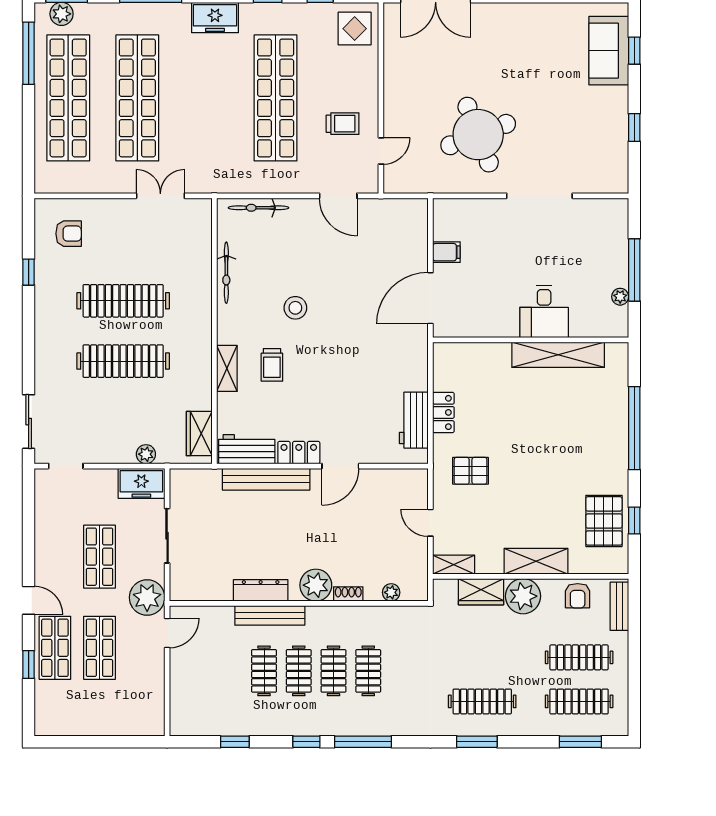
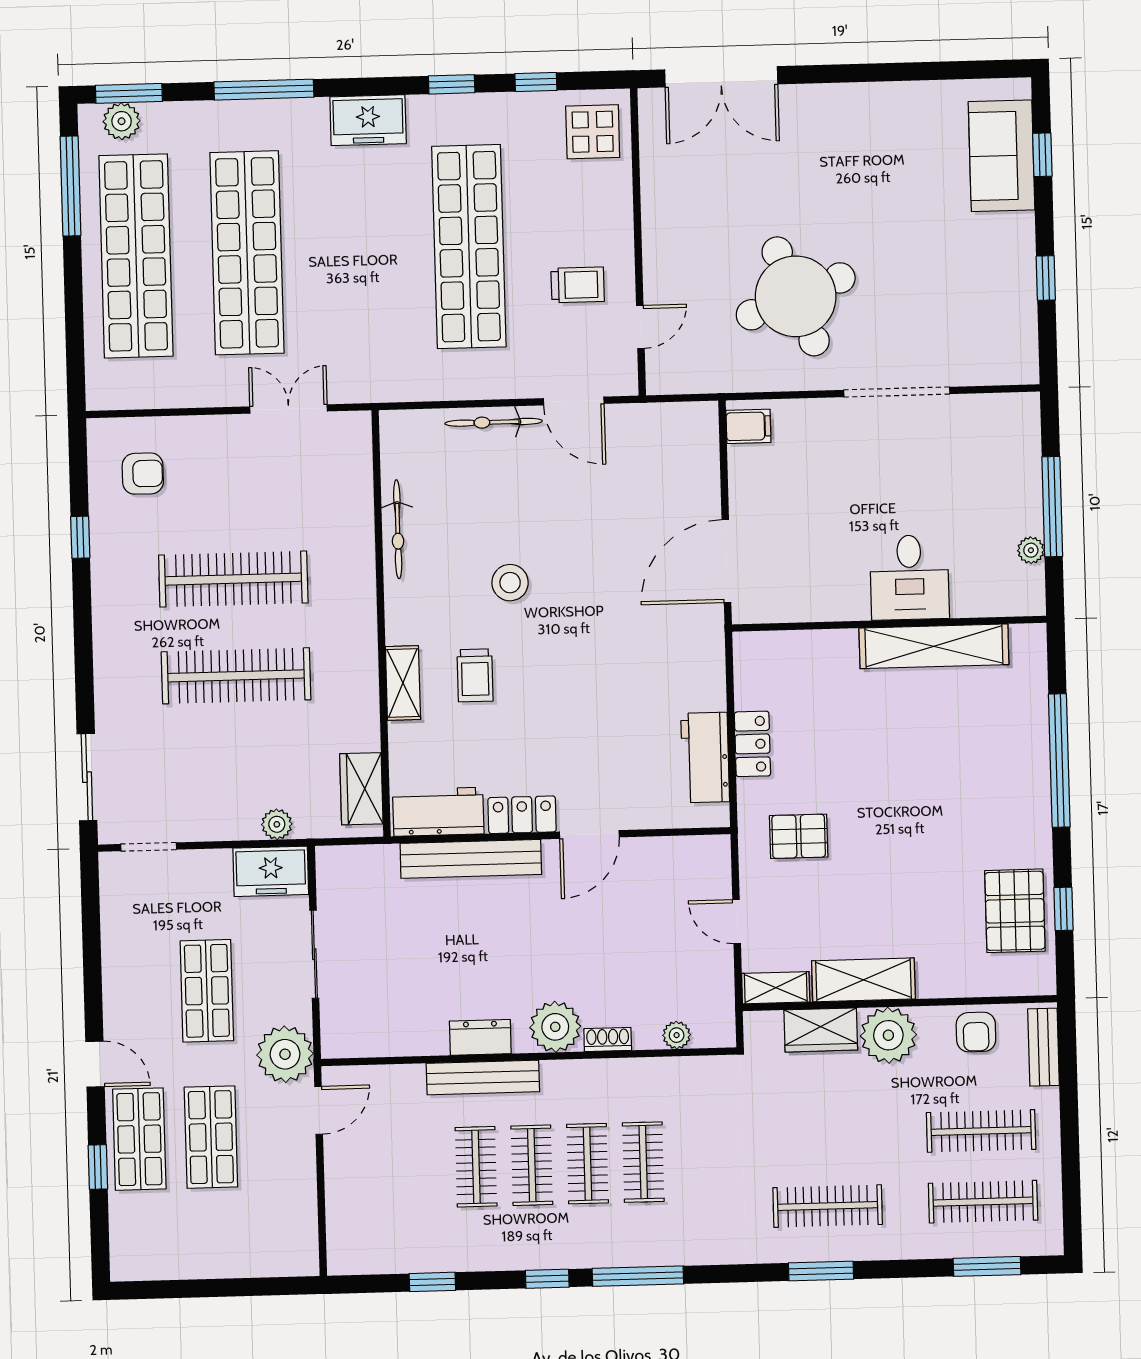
bicycle: (258, 208) -> (494, 422), moved
filing cabinet: (446, 252) -> (748, 426), moved
shelving: (536, 561) -> (863, 980), moved
dresser: (261, 590) -> (480, 1037), width x0.70

